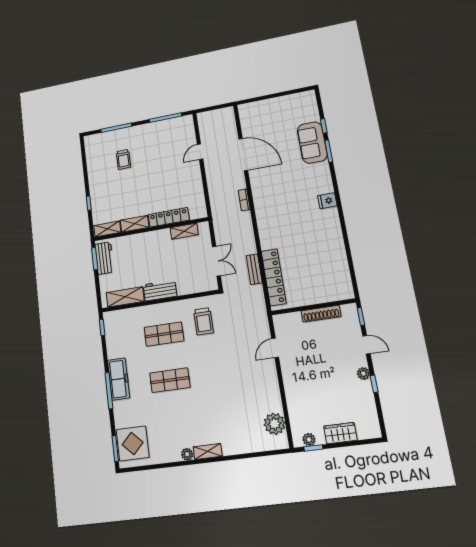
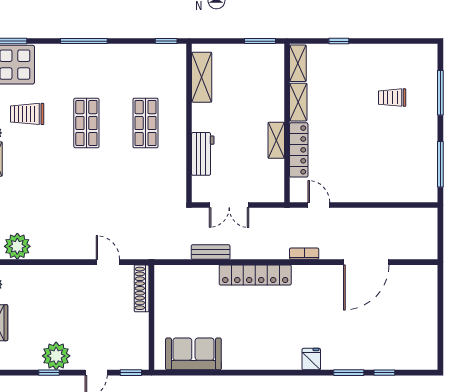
sofa: (312, 143) -> (193, 354), moved
door: (200, 152) -> (319, 205), moved
fridge: (327, 201) -> (311, 359), moved
shelving: (184, 231) -> (276, 140), moved
workbench: (104, 258) -> (258, 55), removed
locker: (274, 277) -> (255, 275), moved
workbench: (160, 290) -> (203, 154), moved
shoe rack: (321, 314) -> (142, 288), moved
trolley: (204, 321) -> (27, 114), moved
plant: (363, 374) -> (56, 356), width x1.87, depth x1.87
freezer: (119, 379) -> (97, 56), removed

